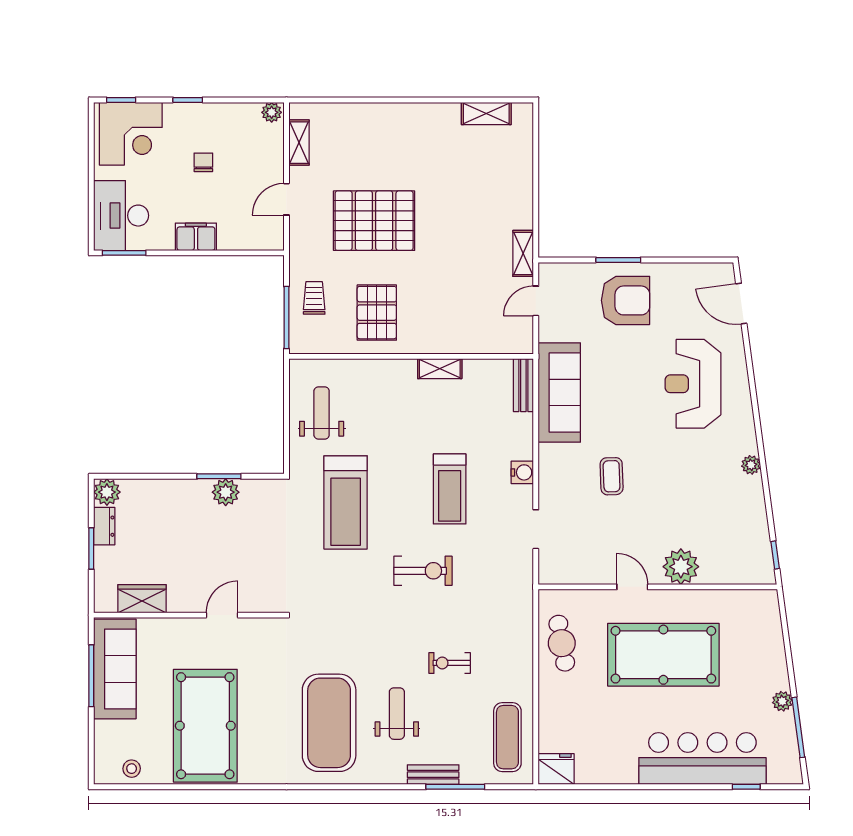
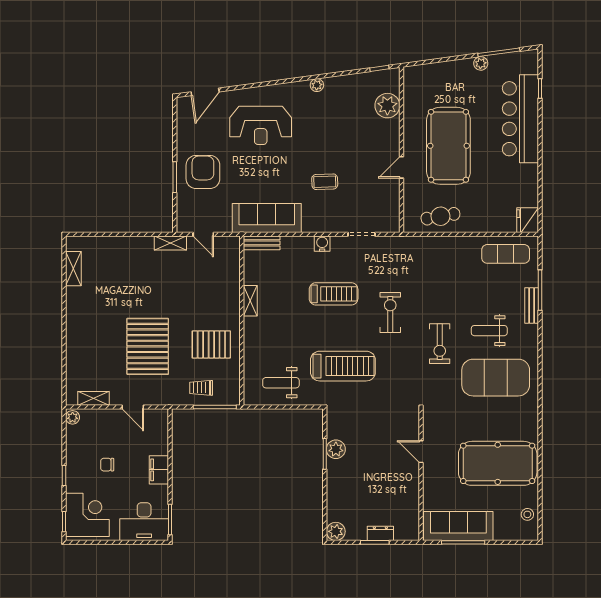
dresser: (104, 526) -> (380, 533), moved
plant: (681, 567) -> (387, 106), moved
wardrobe: (142, 599) -> (410, 507), removed
exercise bike: (450, 663) -> (440, 344), moved, width x1.38, depth x1.39

